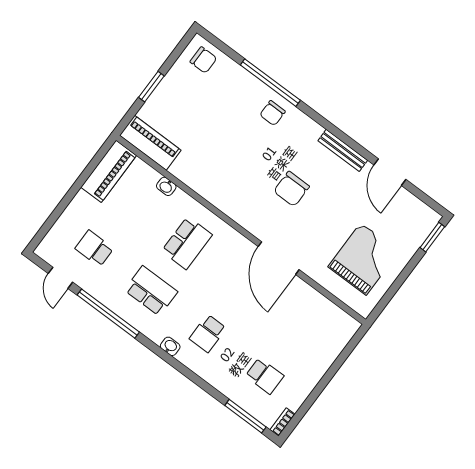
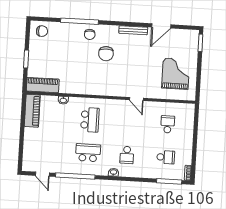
door: (390, 172) -> (161, 26), hinge flipped
chair: (292, 189) -> (106, 54), moved
school desk: (94, 248) -> (168, 124), moved, turned 90
door: (279, 258) -> (136, 99), width x0.53

